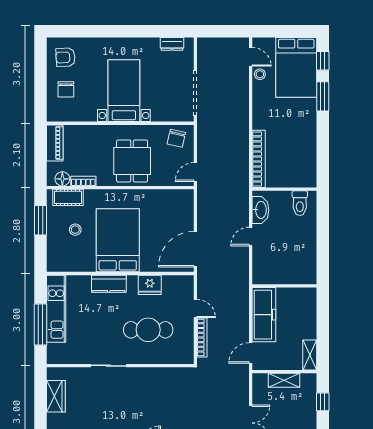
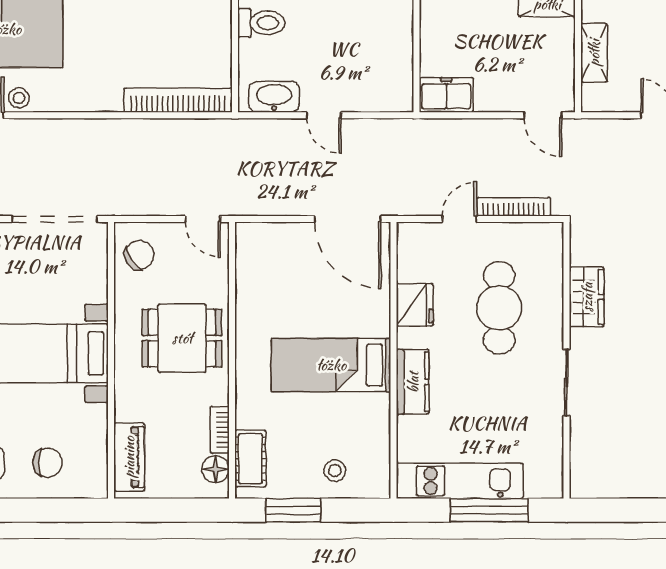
chair: (176, 138) -> (139, 255), turned -45
piano: (55, 143) -> (129, 457), moved, turned 90
stool: (75, 230) -> (335, 471), moved
bed: (118, 240) -> (331, 365), width x0.67
freezer: (264, 315) -> (446, 95), width x0.52, depth x0.79
wardrobe: (56, 396) -> (587, 297), moved, turned 90

